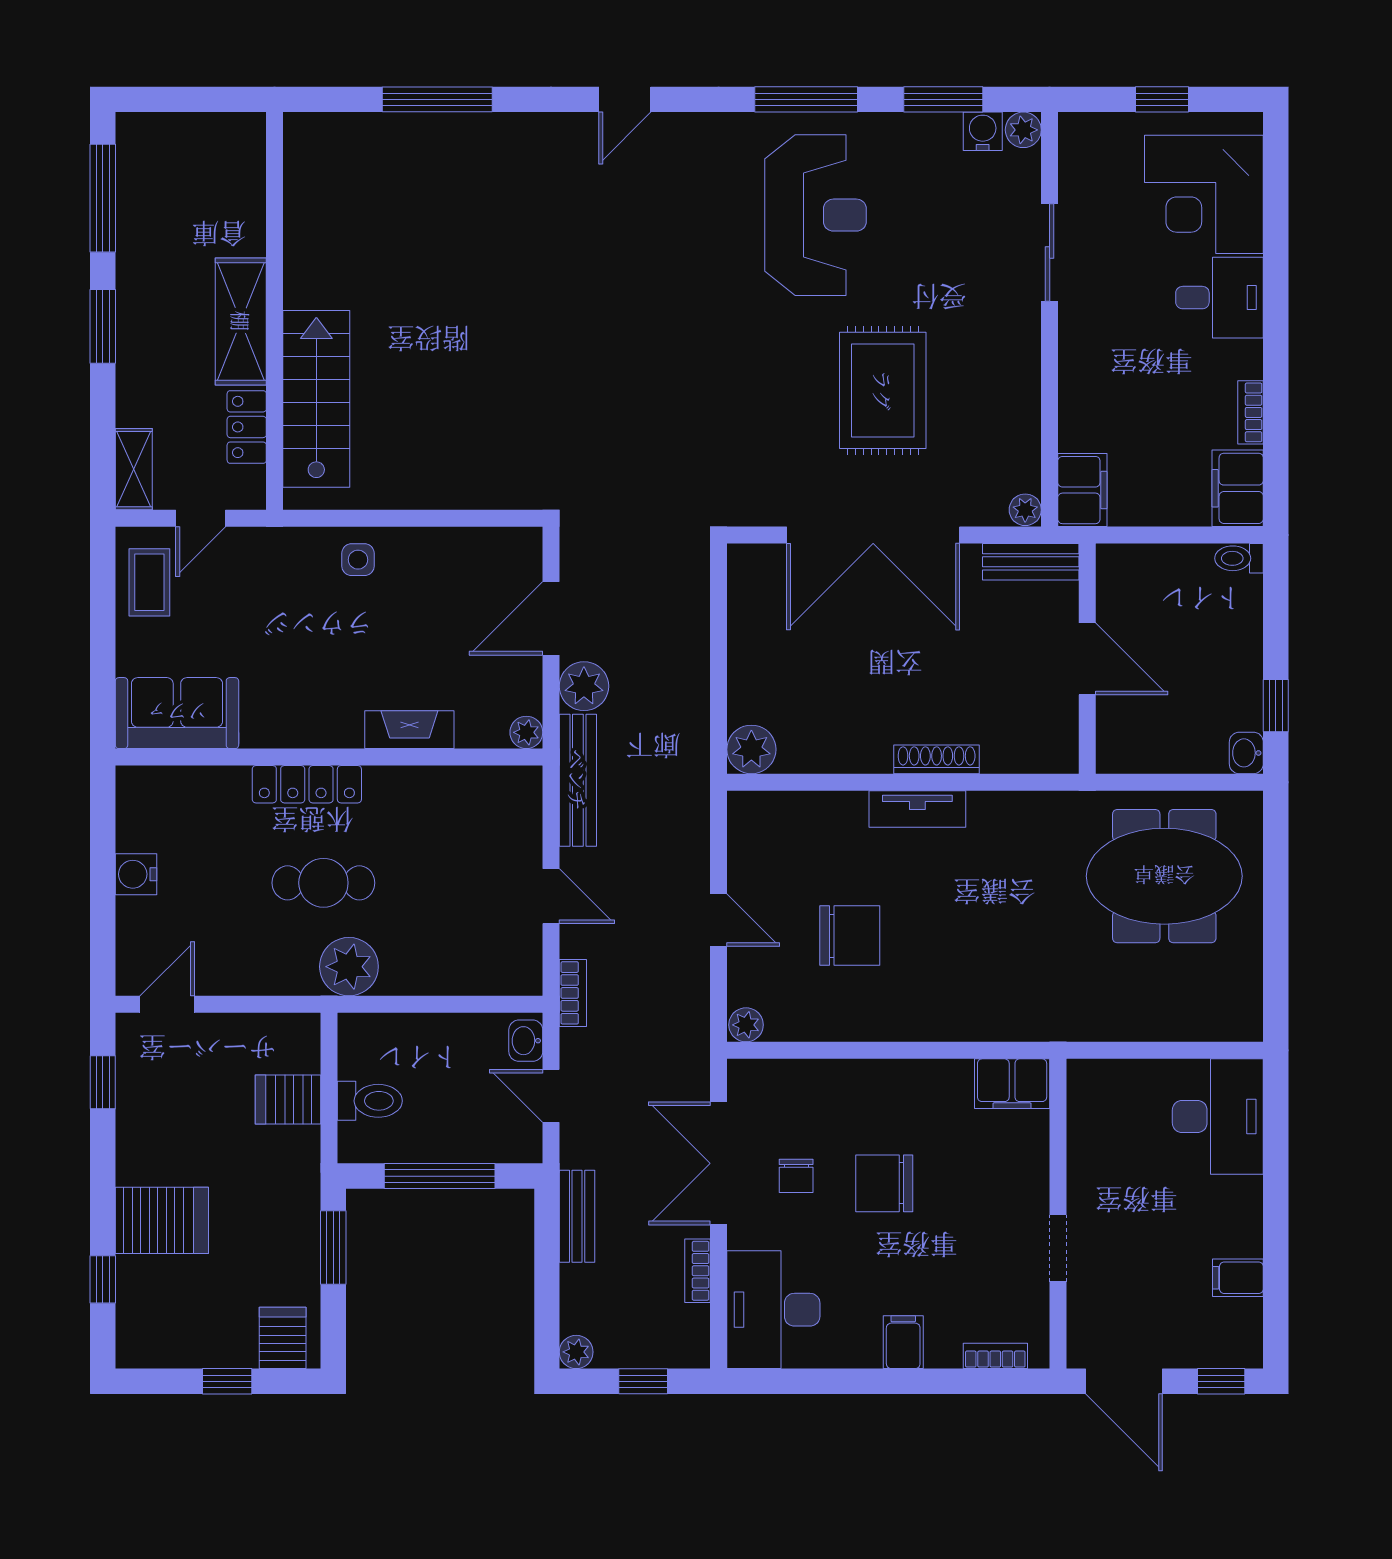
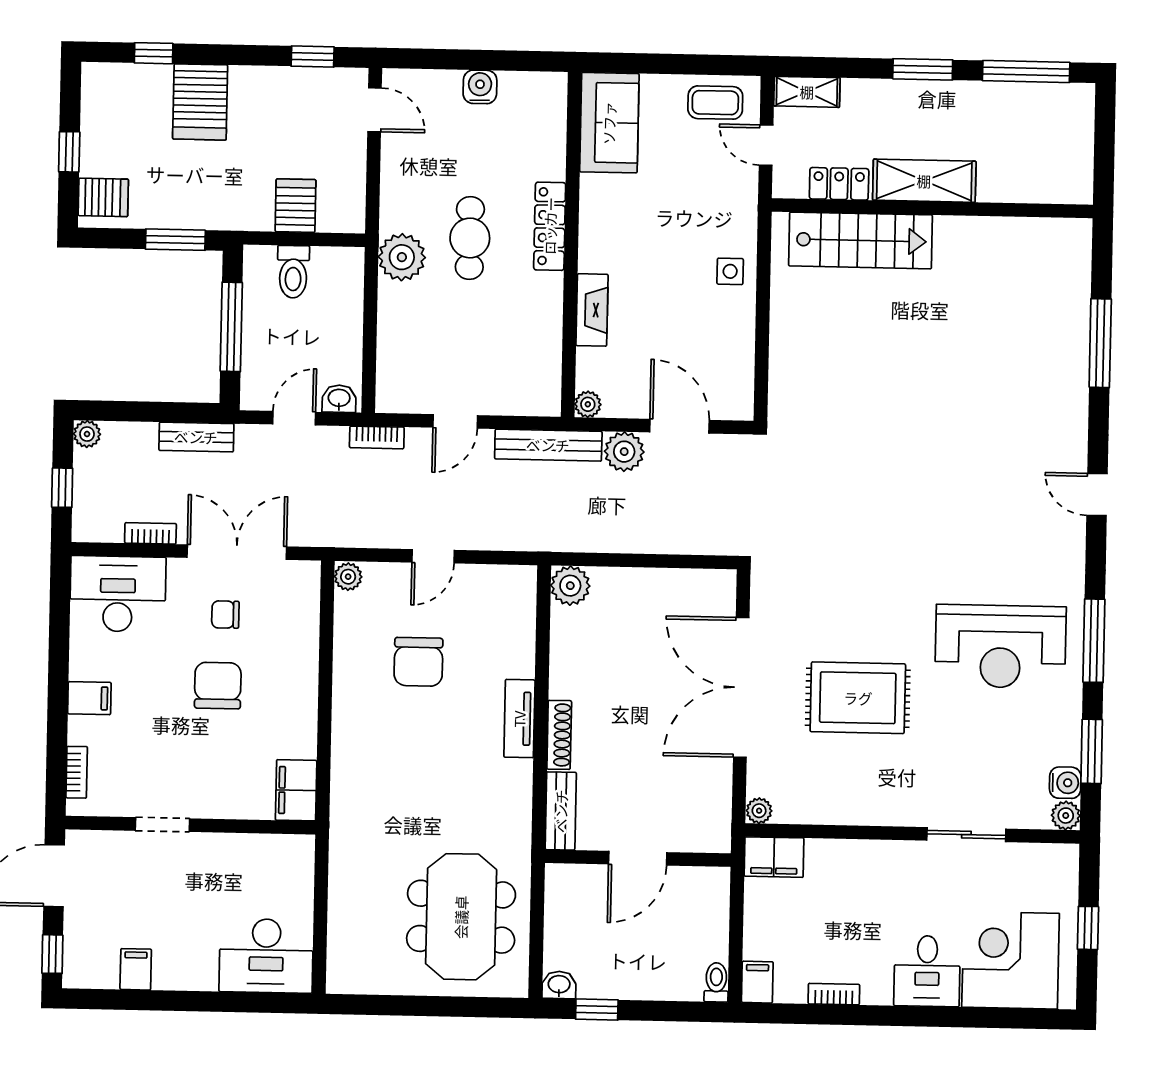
filing cabinet: (1238, 488) -> (757, 982), width x0.50
bench: (1031, 562) -> (561, 811), moved

